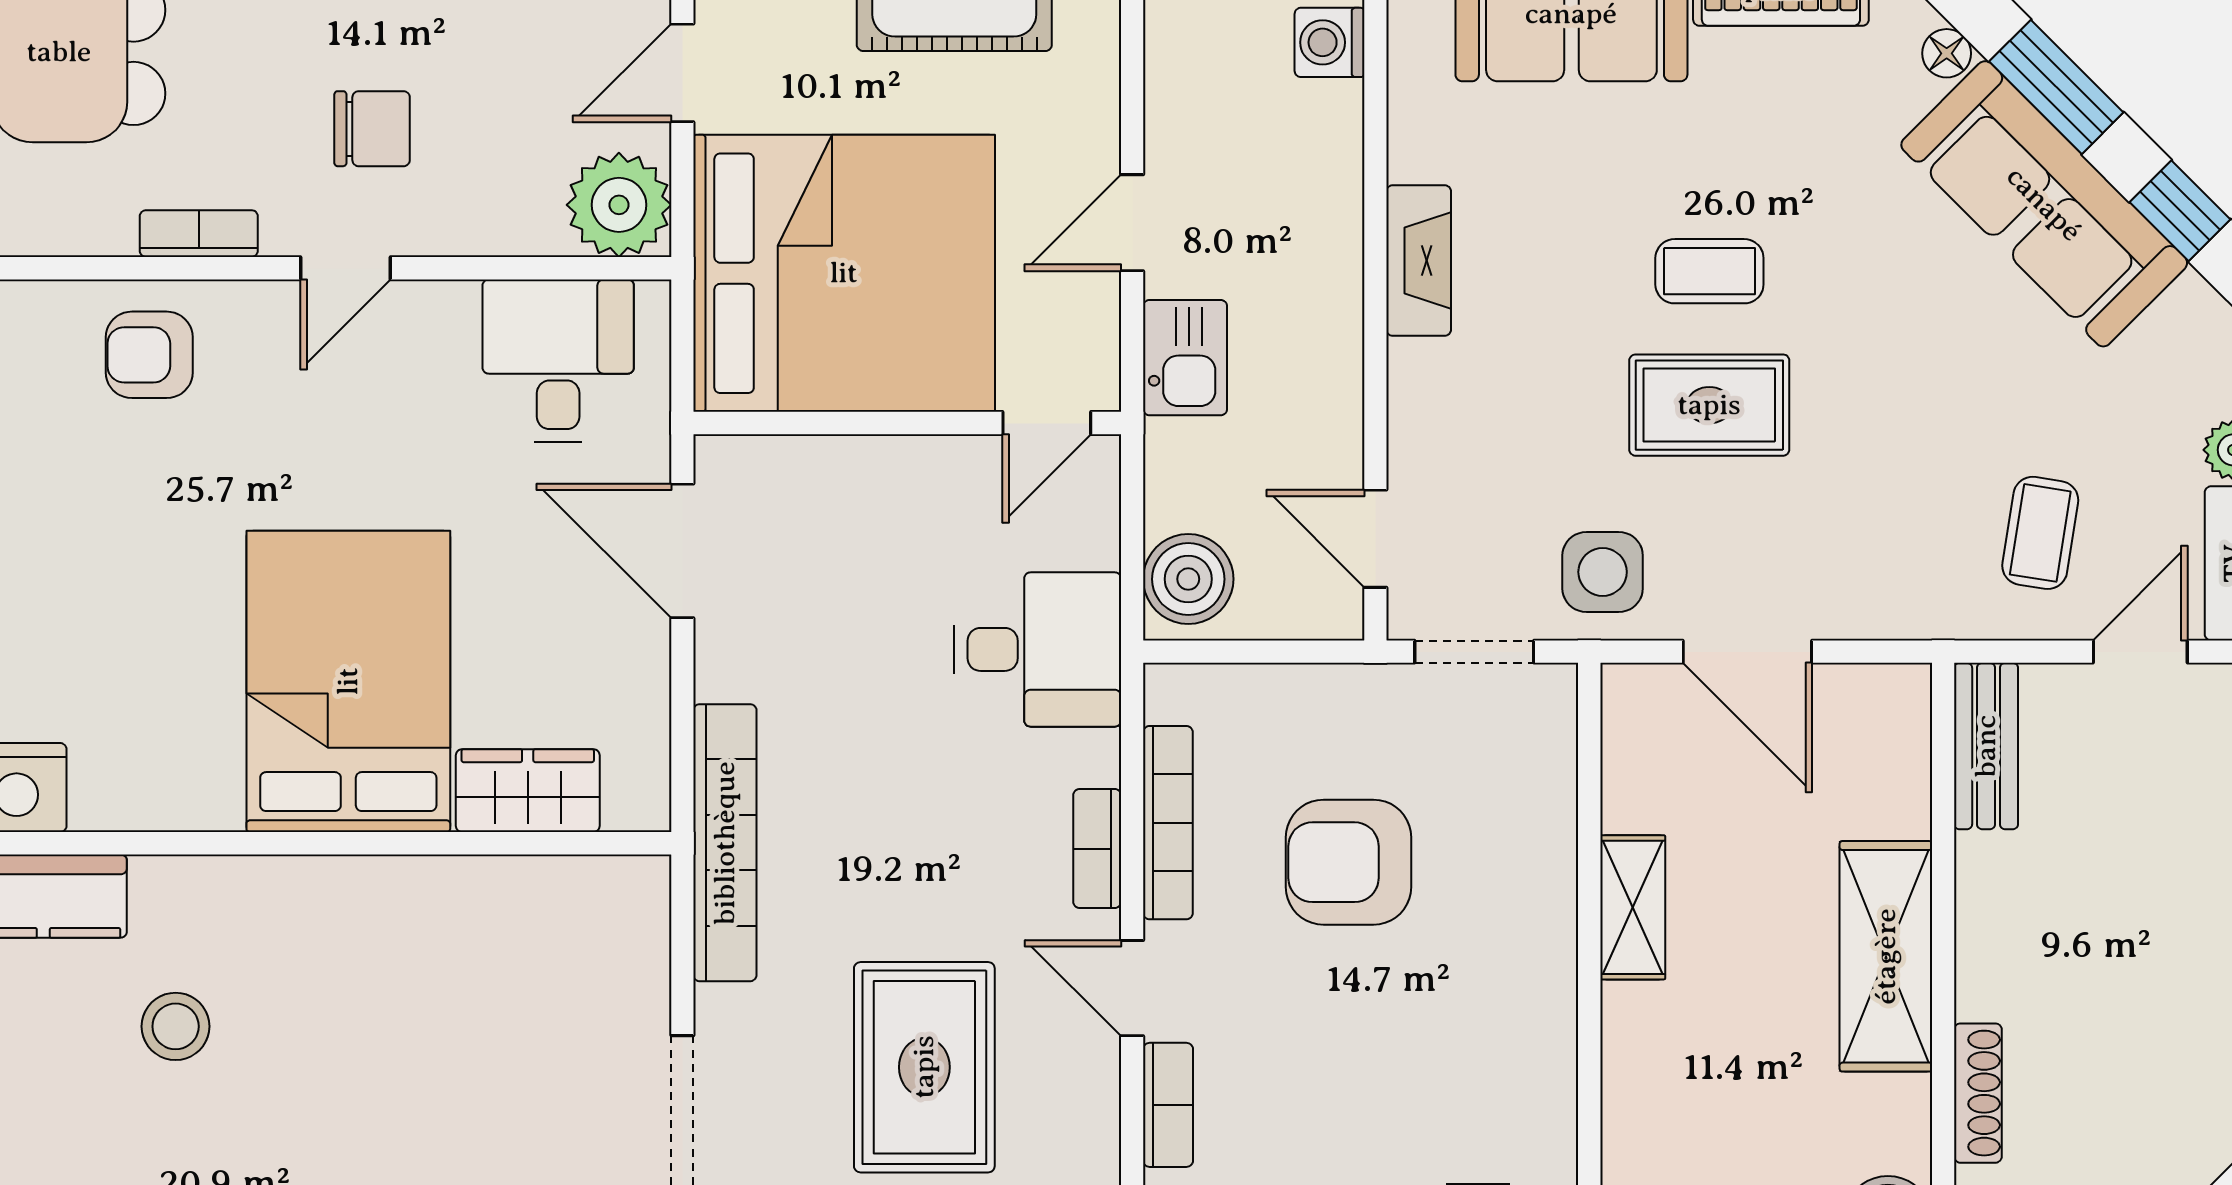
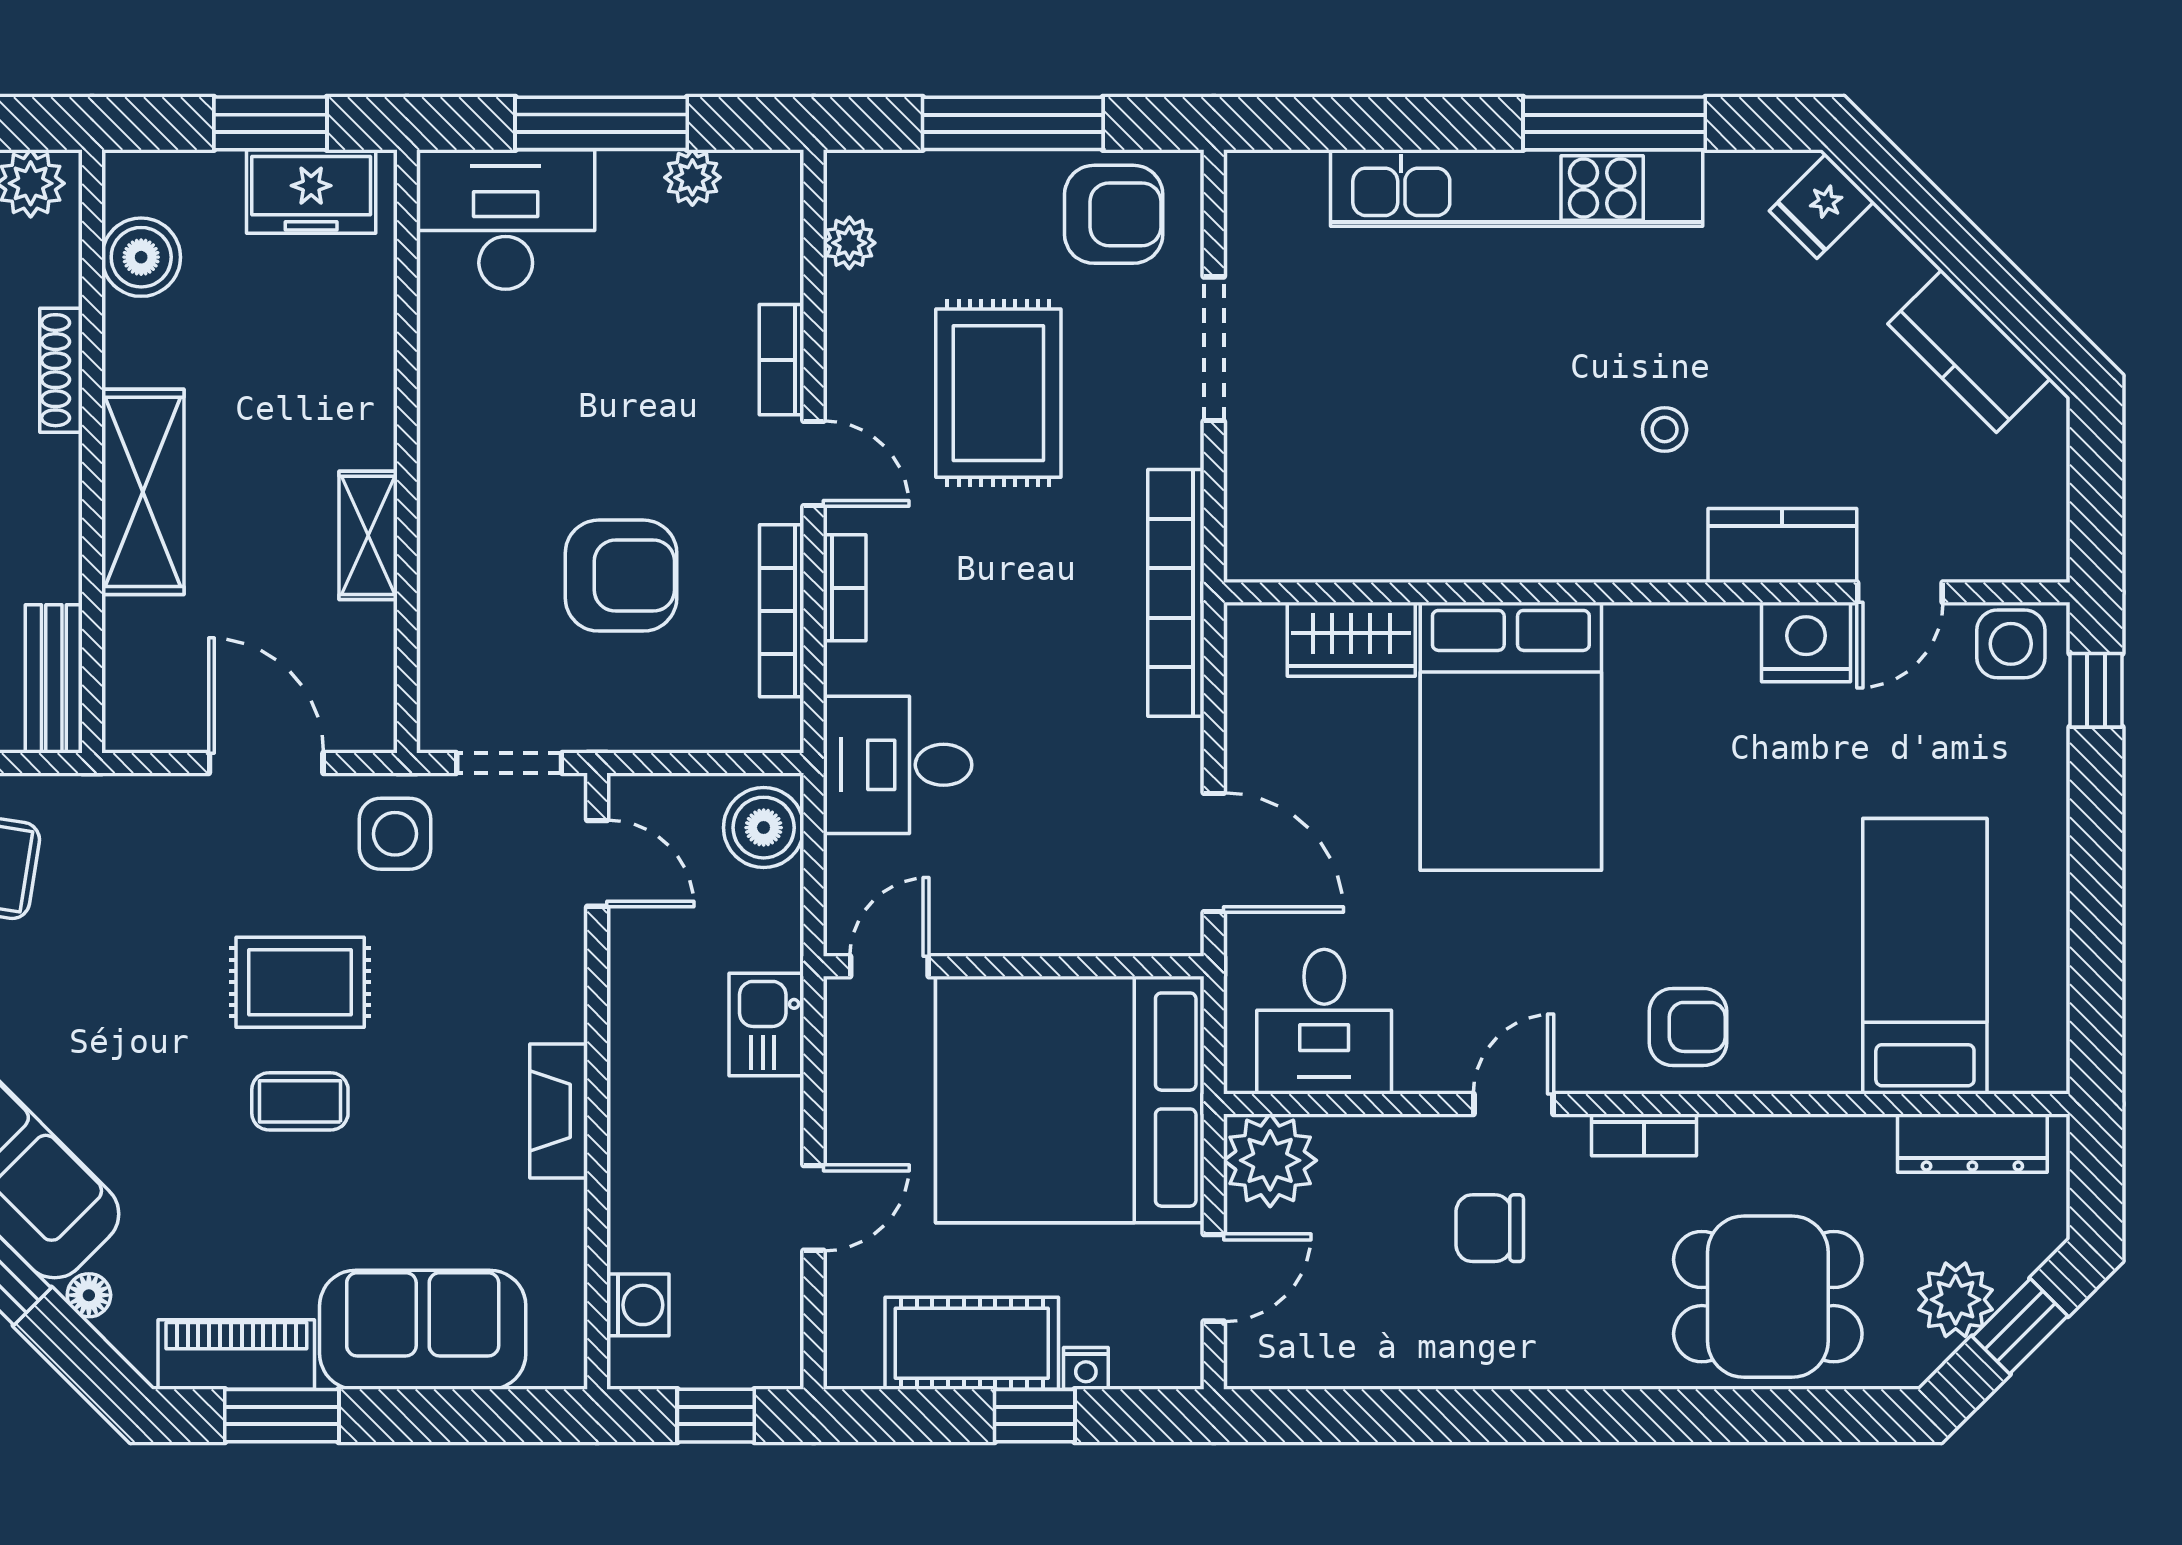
door: (1132, 223) -> (814, 1208), moved
stool: (176, 1026) -> (1665, 429), width x0.73, depth x0.73

